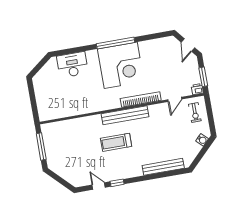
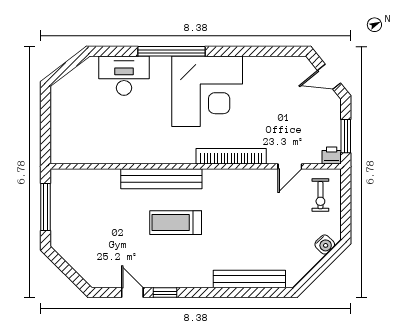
window: (116, 43) -> (171, 51), moved
door: (188, 45) -> (329, 77), hinge flipped
bench: (125, 115) -> (161, 179), moved

